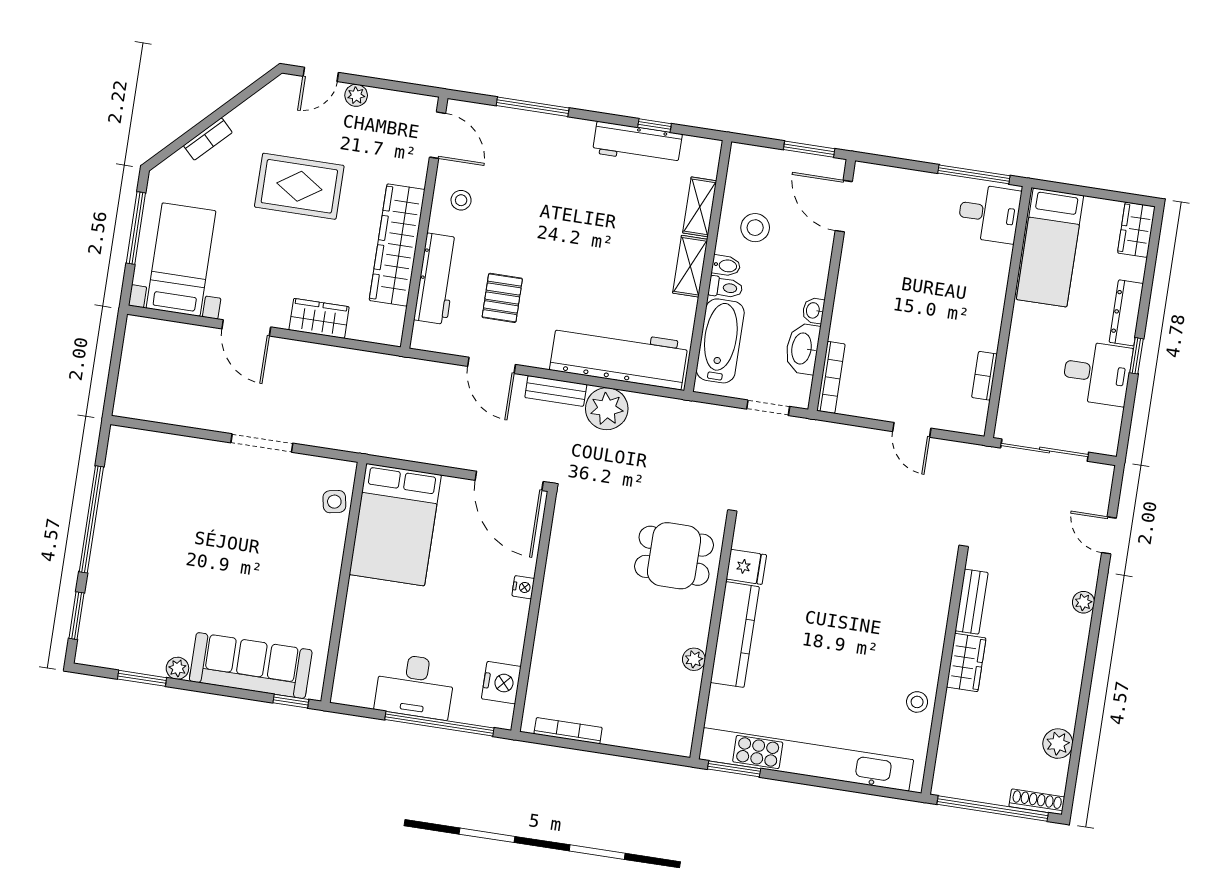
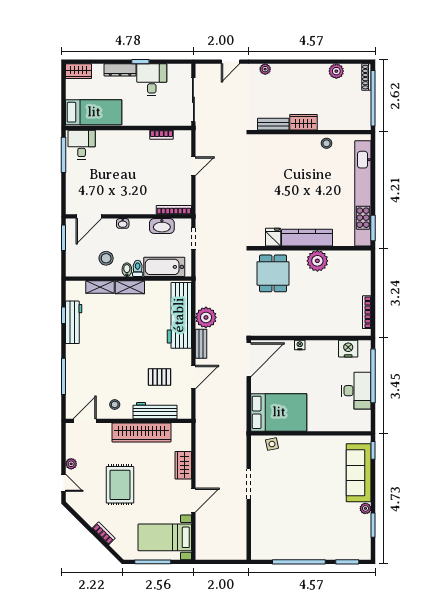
washbasin: (813, 310) -> (123, 223), moved
plant: (694, 659) -> (317, 261), width x1.87, depth x1.87

